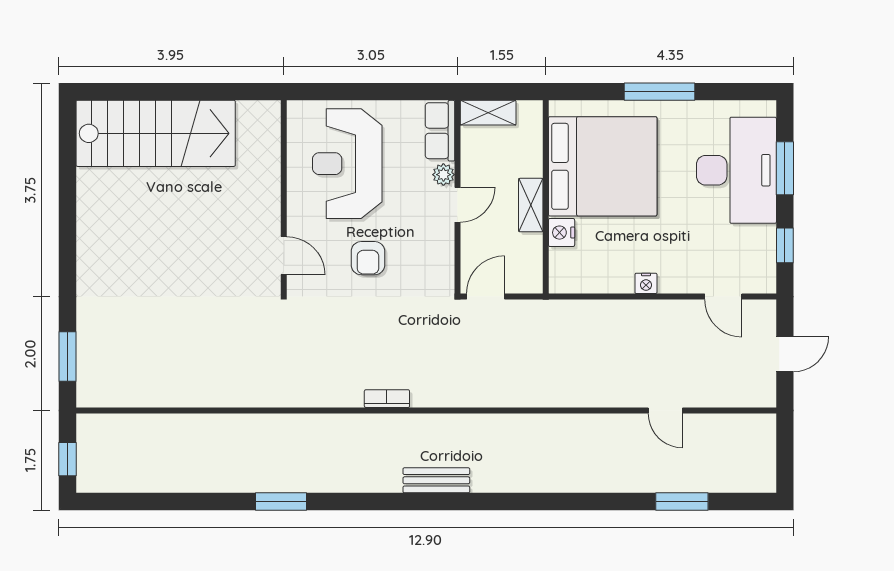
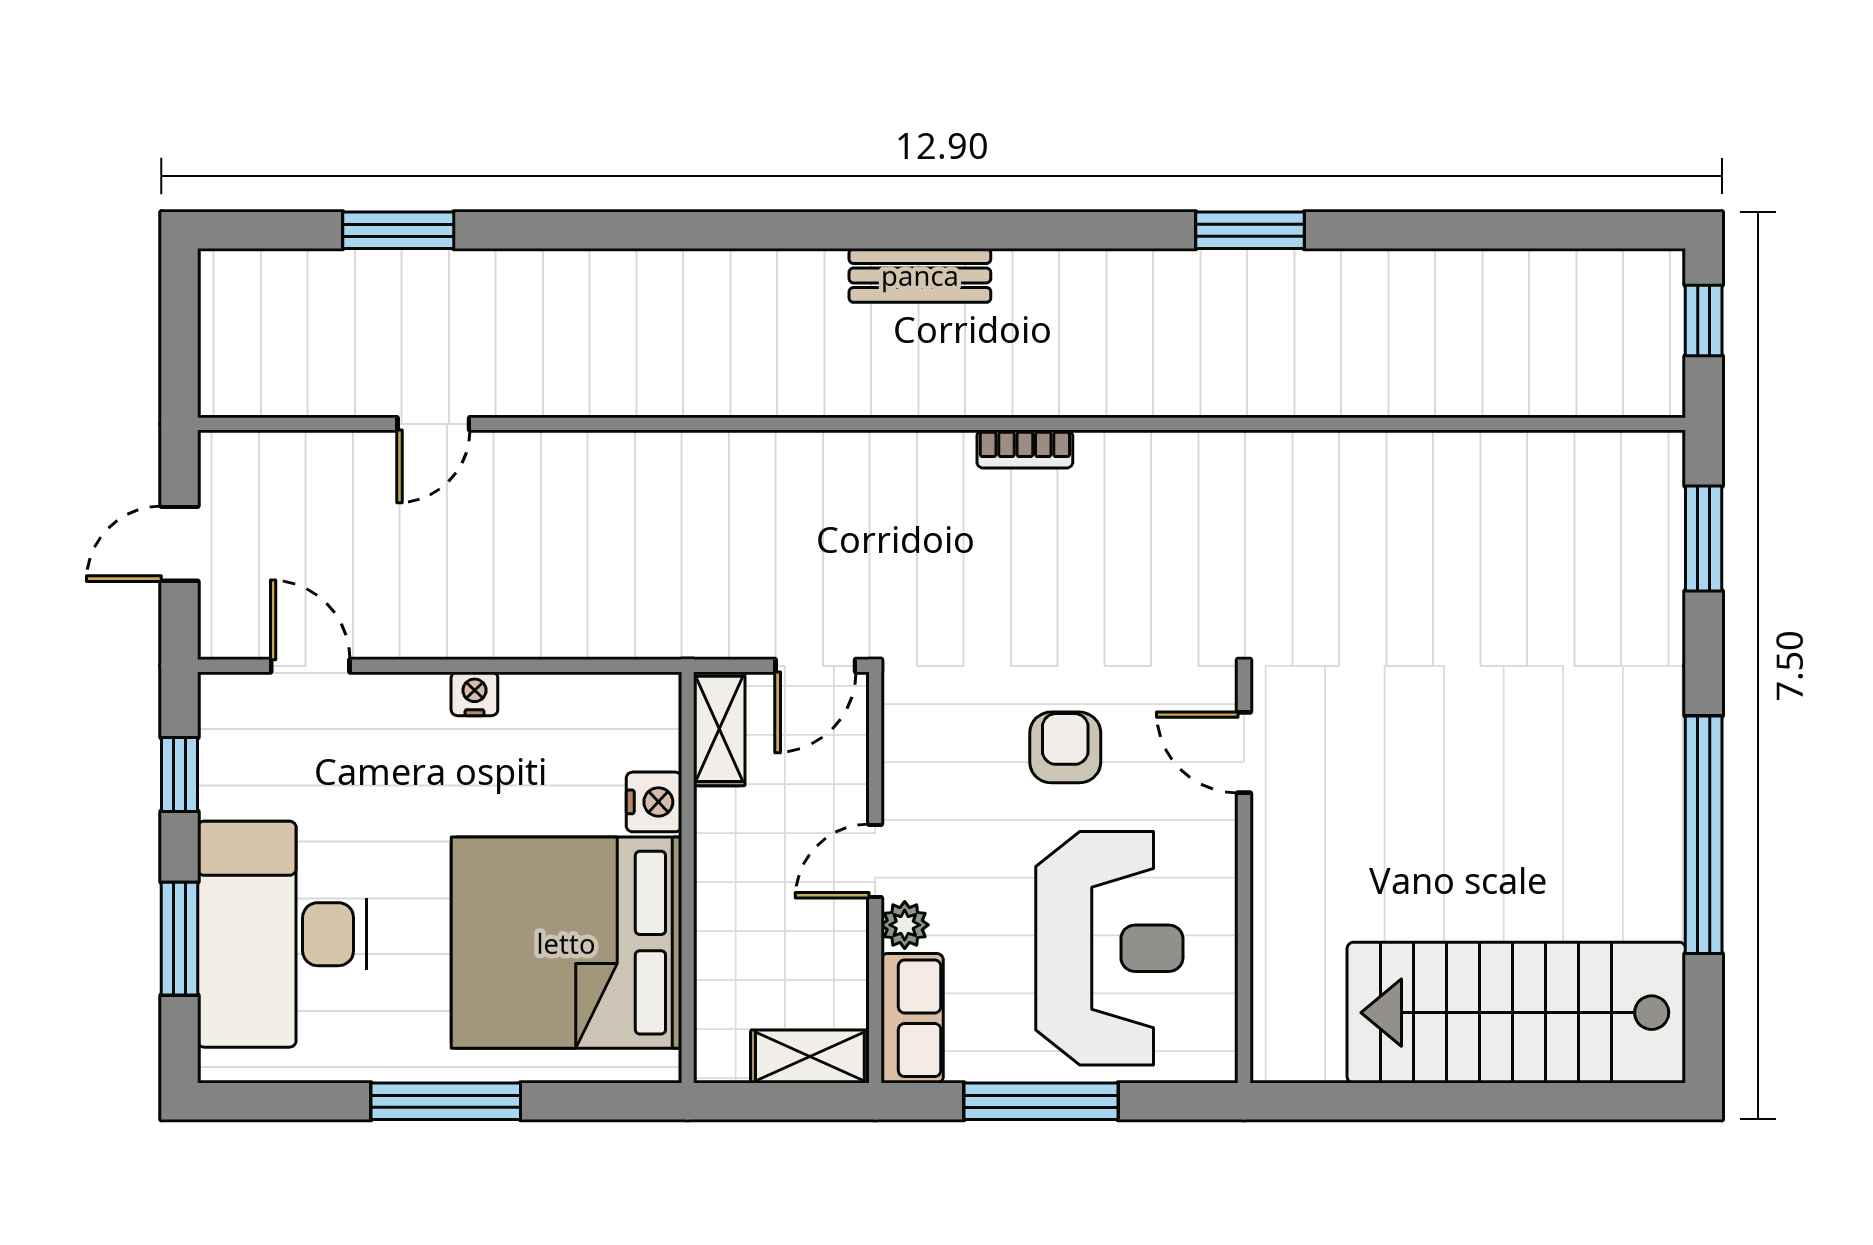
window: (379, 92) -> (1041, 1101), added
shelving: (531, 205) -> (719, 729), moved
window: (67, 217) -> (1704, 835), added
door: (665, 410) -> (433, 424), swing flipped

